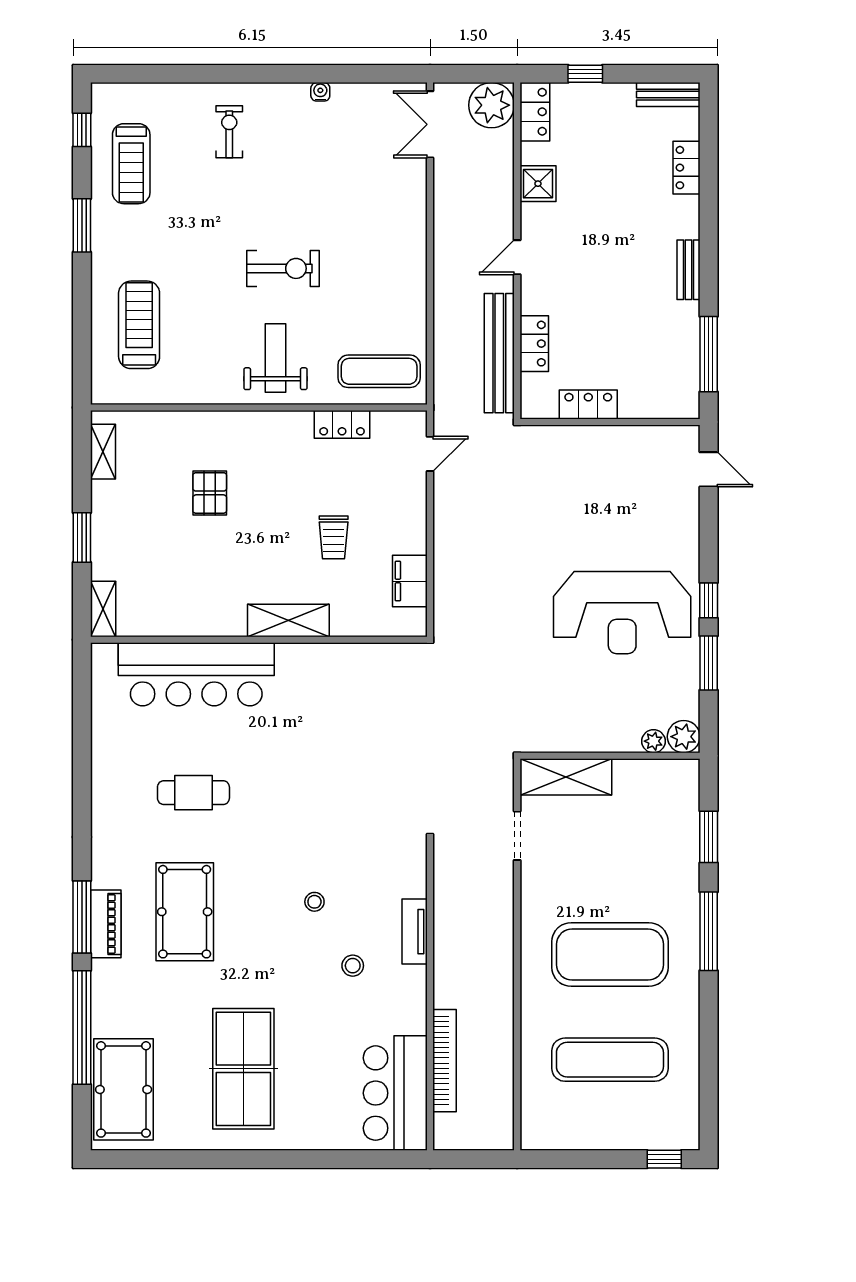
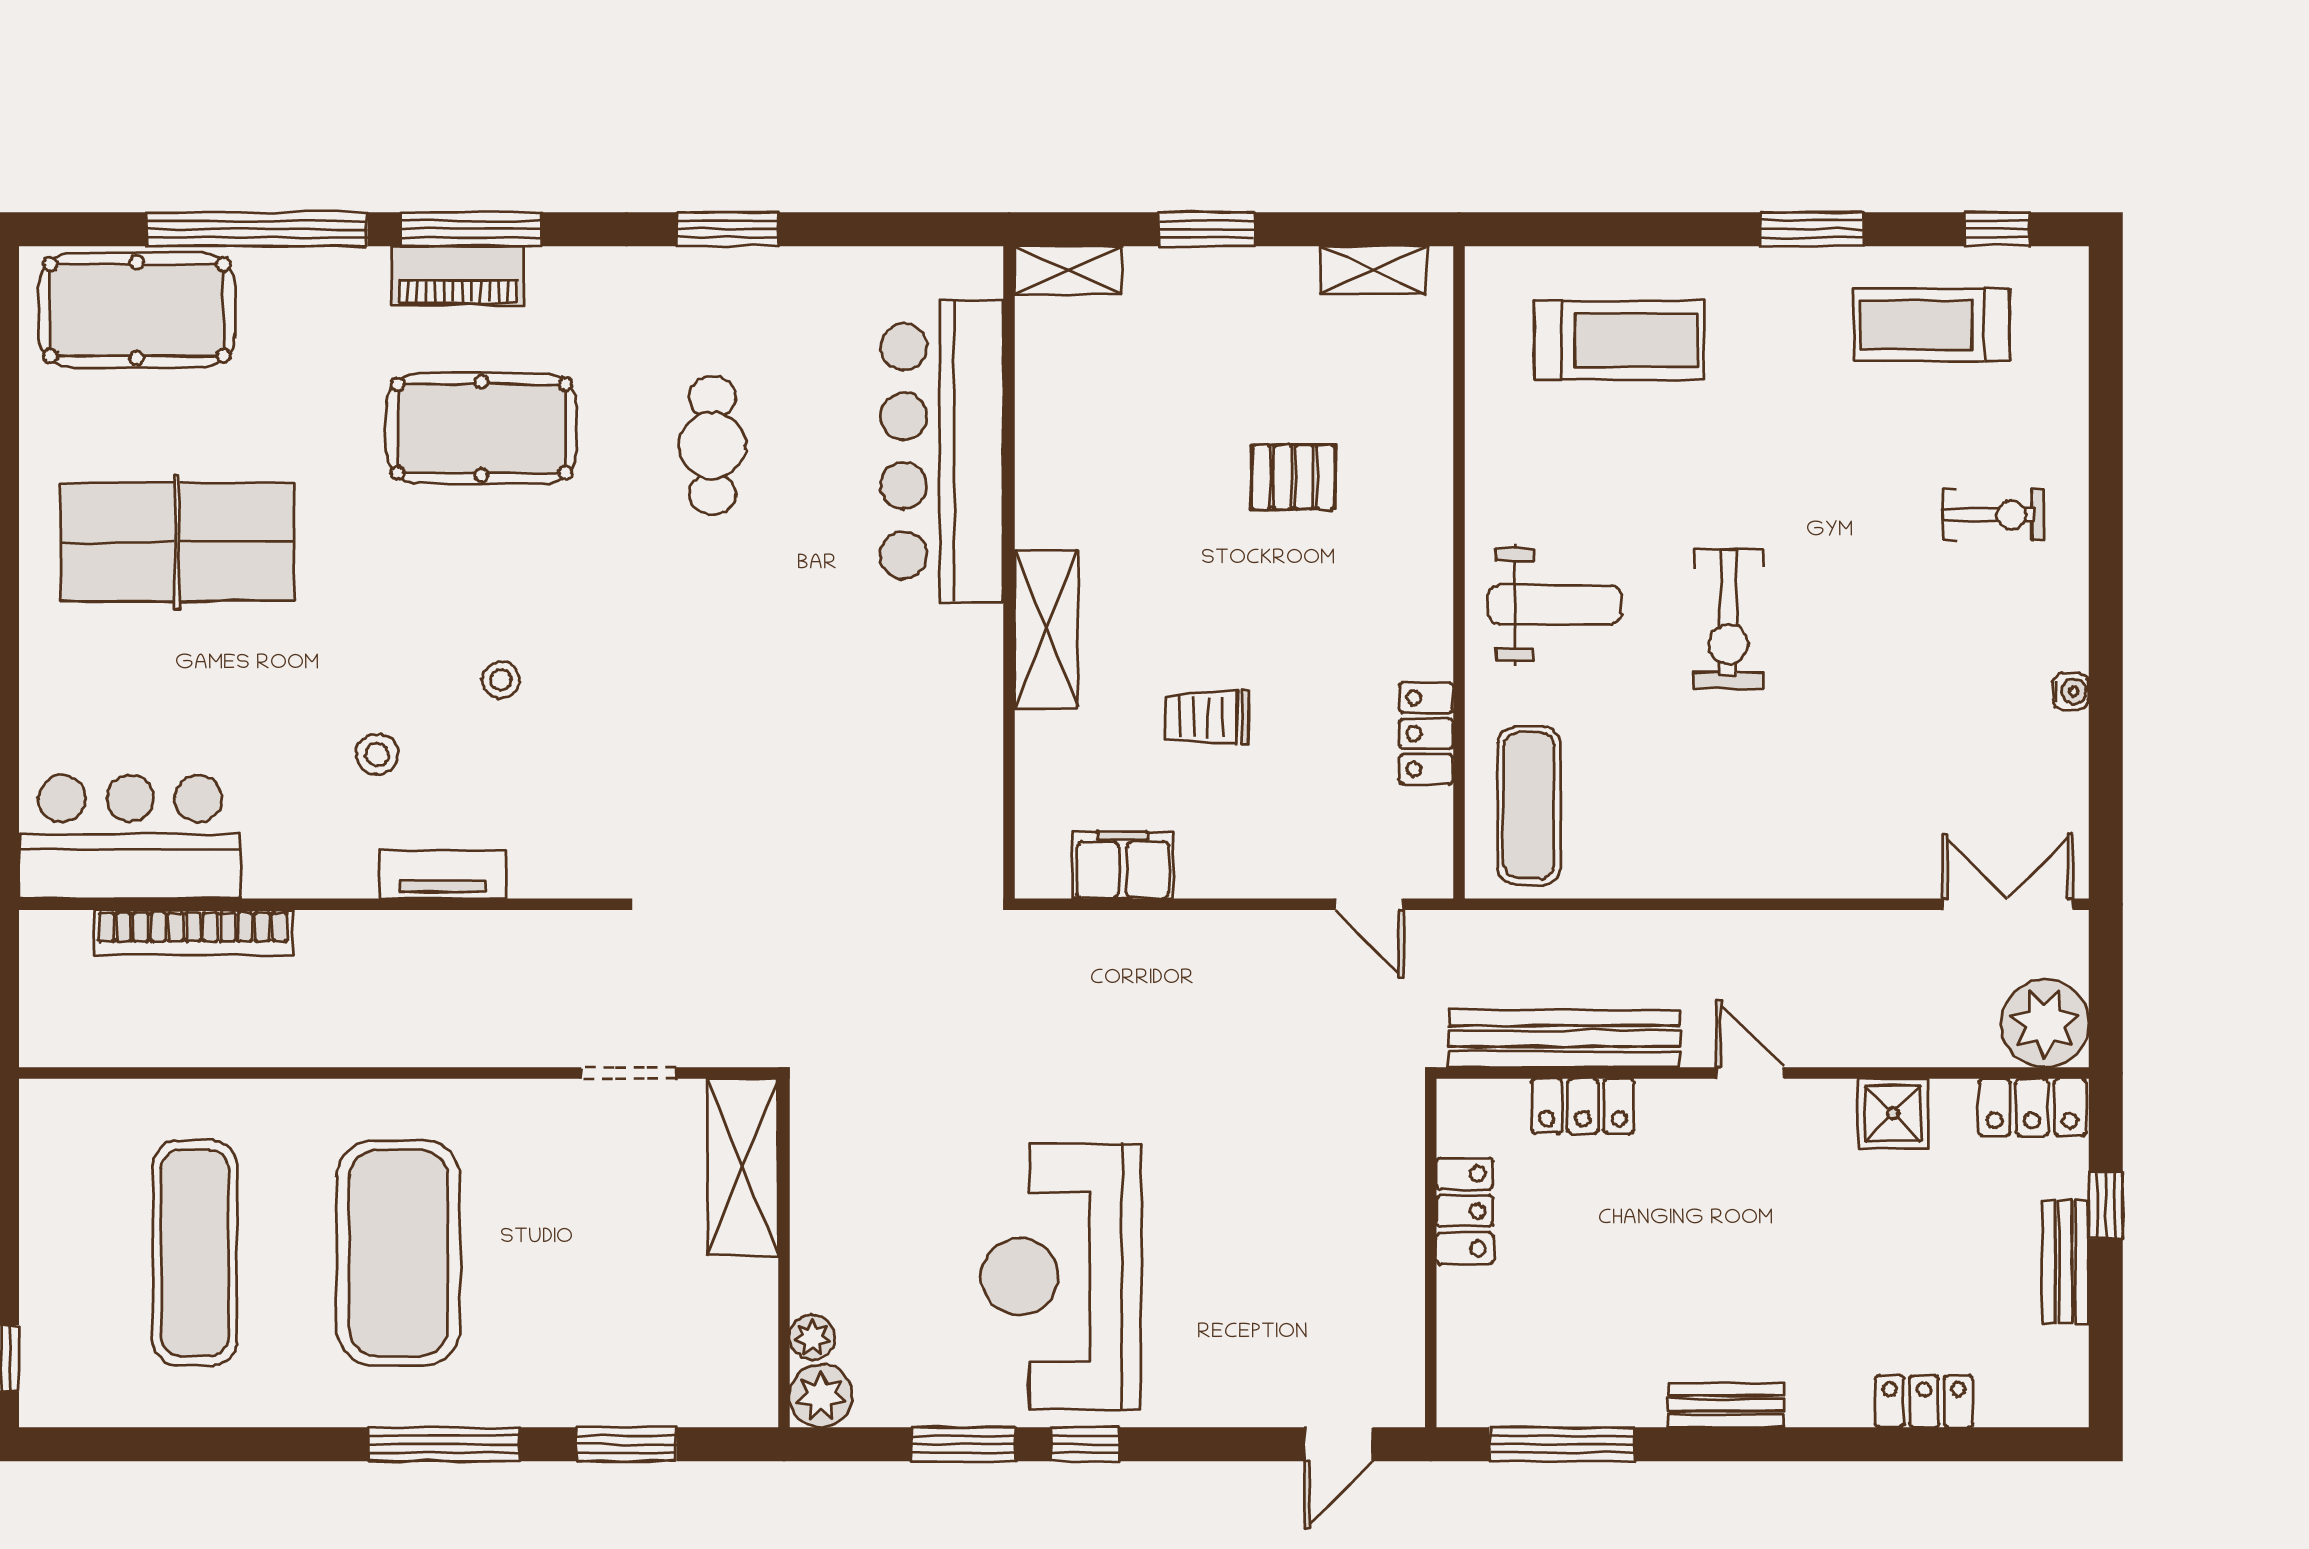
bench: (668, 95) -> (2066, 1262), moved
window: (82, 785) -> (728, 229), added

